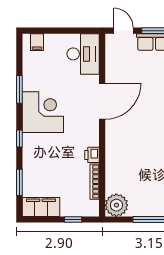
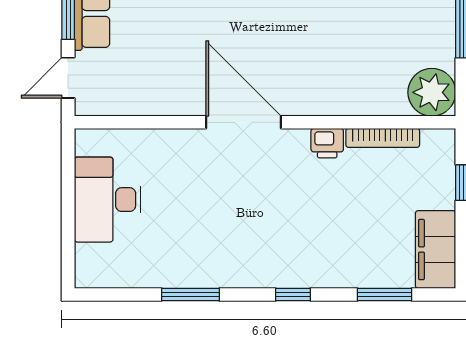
filing cabinet: (37, 42) -> (92, 258), removed
desk: (83, 54) -> (108, 200), moved, turned -90
door: (102, 101) -> (244, 122), moved
corner desk: (43, 112) -> (238, 246), removed

